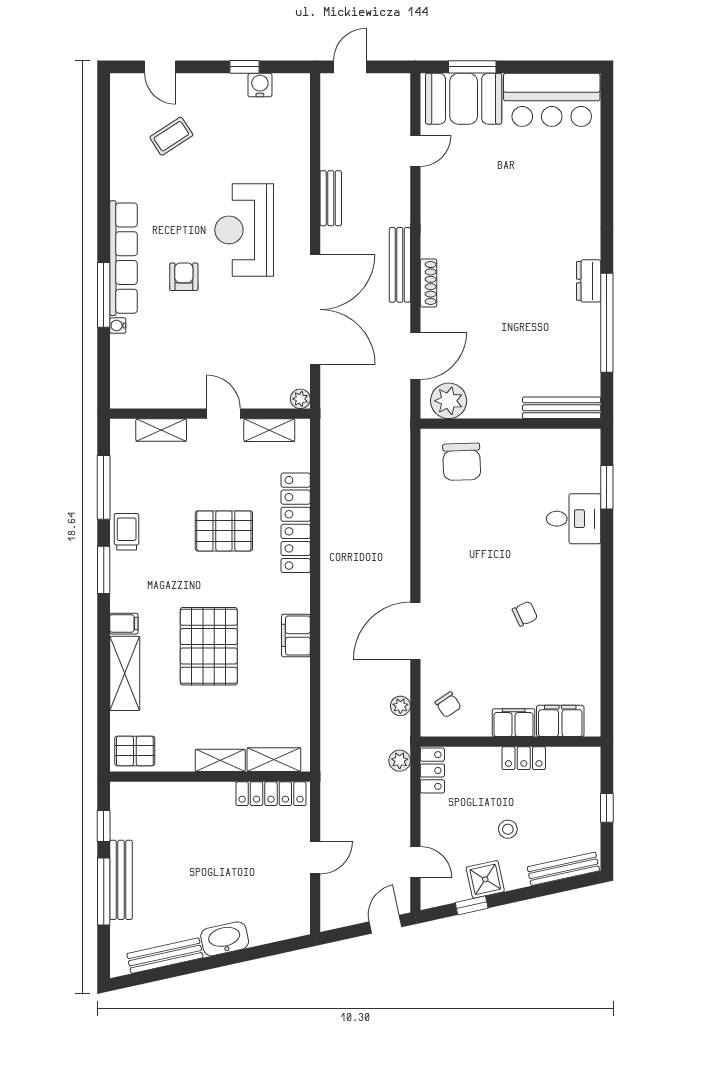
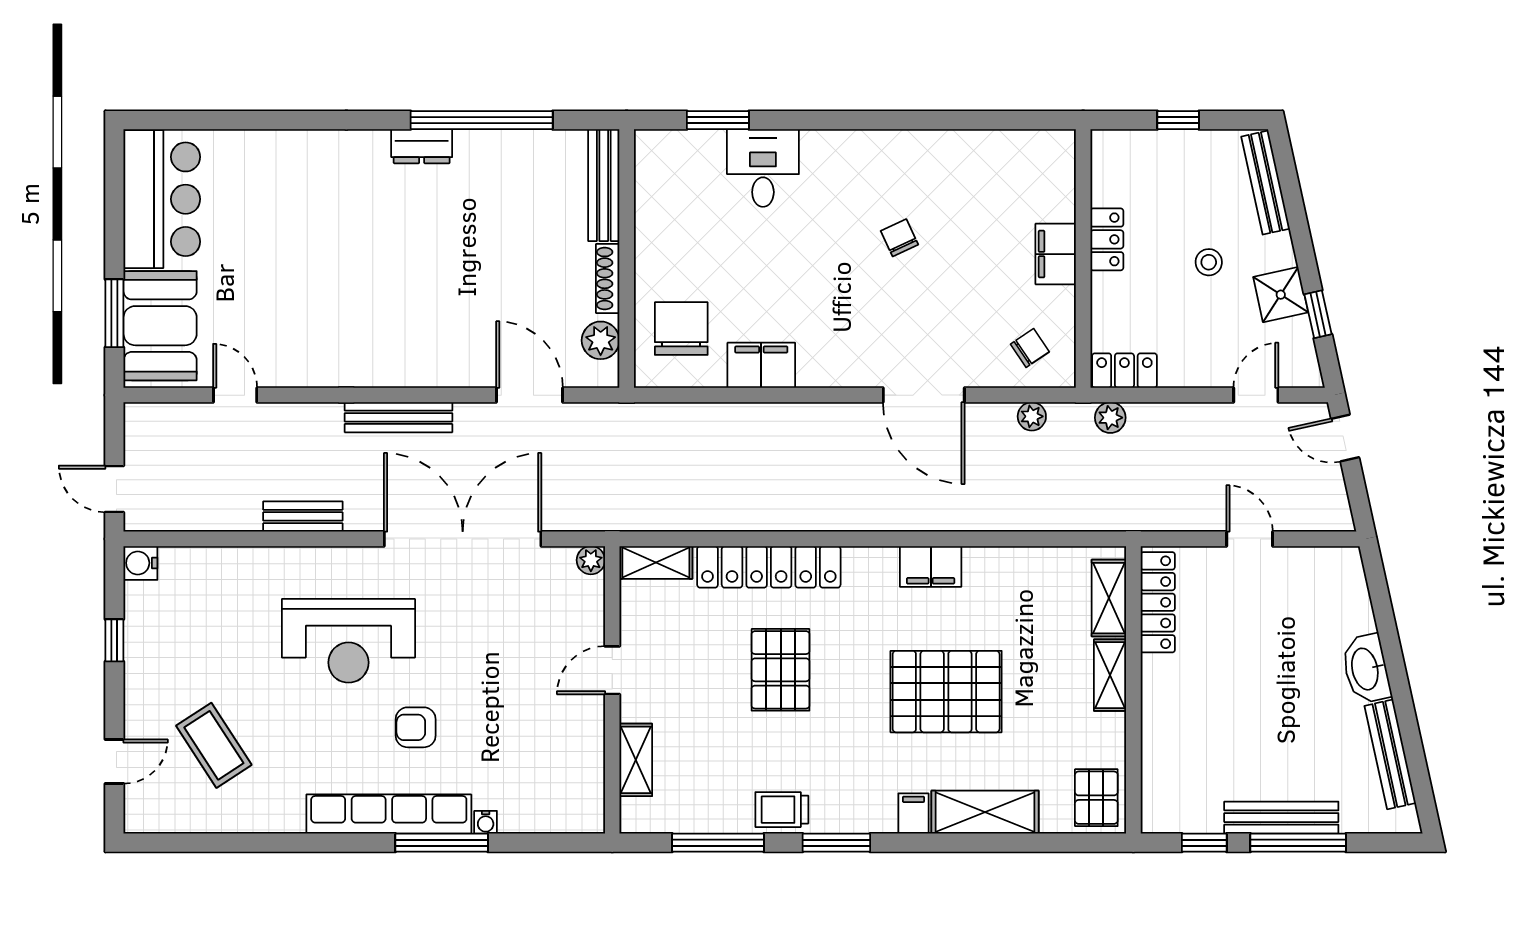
water cooler: (260, 85) -> (140, 563), moved
coffee table: (171, 136) -> (214, 745), width x1.36, depth x1.30
shoe rack: (428, 283) -> (608, 279), moved, turned -90
plant: (449, 401) -> (601, 340), width x0.73, depth x0.73
shelving: (269, 430) -> (656, 562), moved, turned 90
chair: (462, 462) -> (681, 329), turned -88
filing cabinet: (560, 721) -> (761, 365), moved, turned 90

